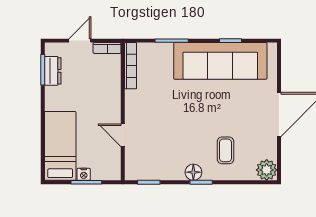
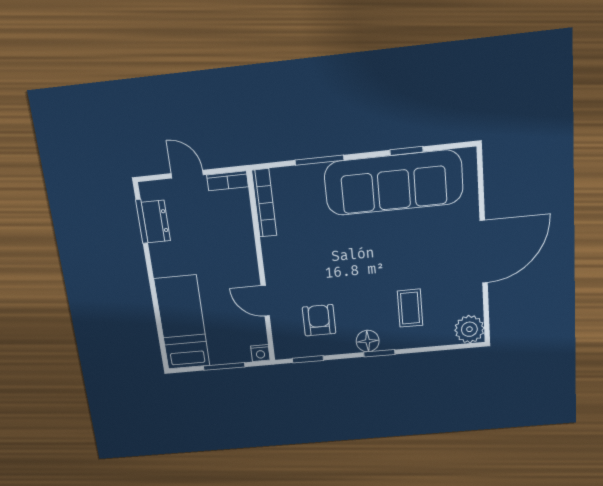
door: (80, 41) -> (187, 174), hinge flipped
armchair: (160, 153) -> (319, 320), added
nightstand: (84, 174) -> (260, 353), moved

